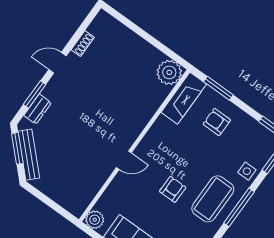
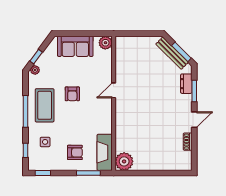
side table: (247, 171) -> (45, 142), moved

